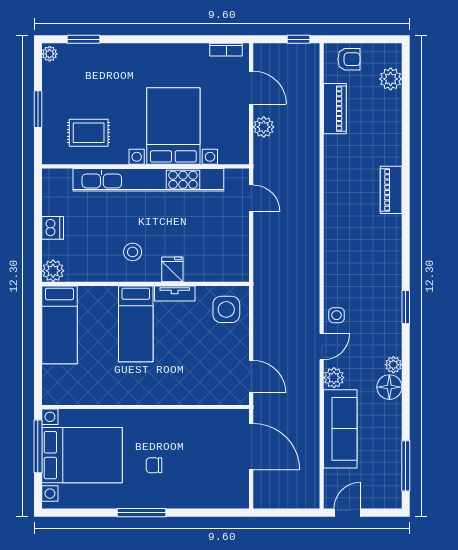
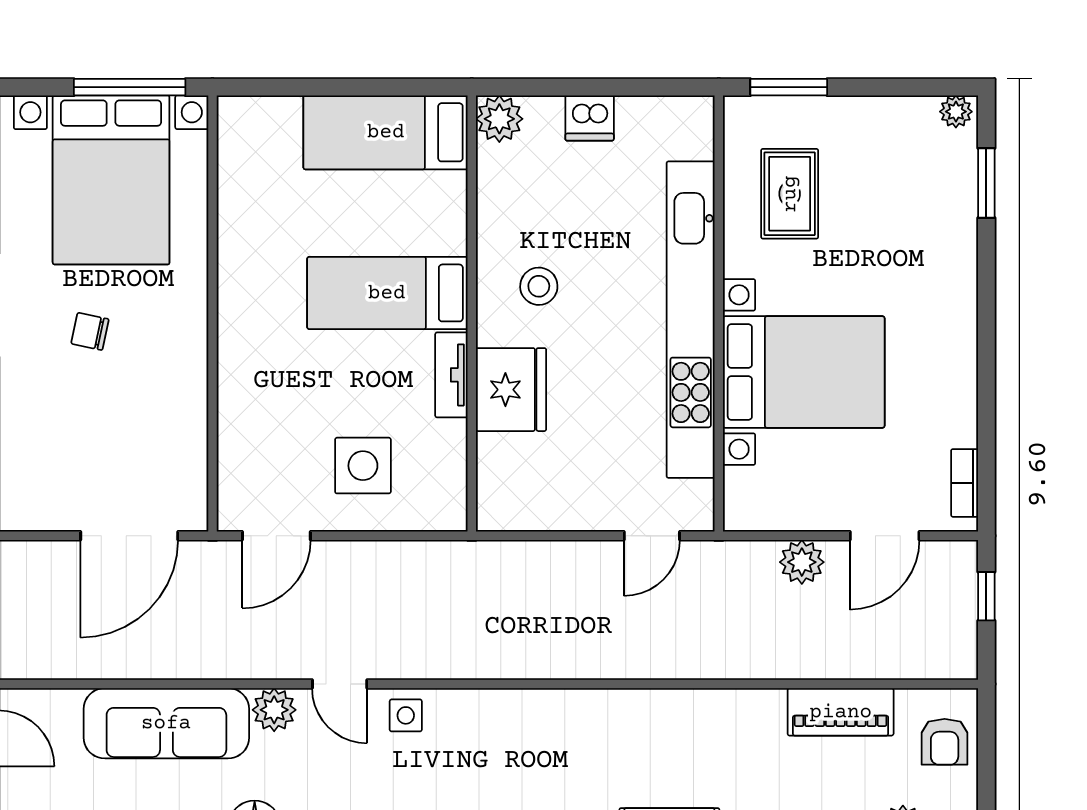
window: (299, 39) -> (986, 596), moved
window: (38, 109) -> (789, 87), moved
fridge: (172, 269) -> (511, 390), width x1.88, depth x1.34
side table: (226, 309) -> (363, 466), moved
chair: (154, 465) -> (90, 331), turned -78

